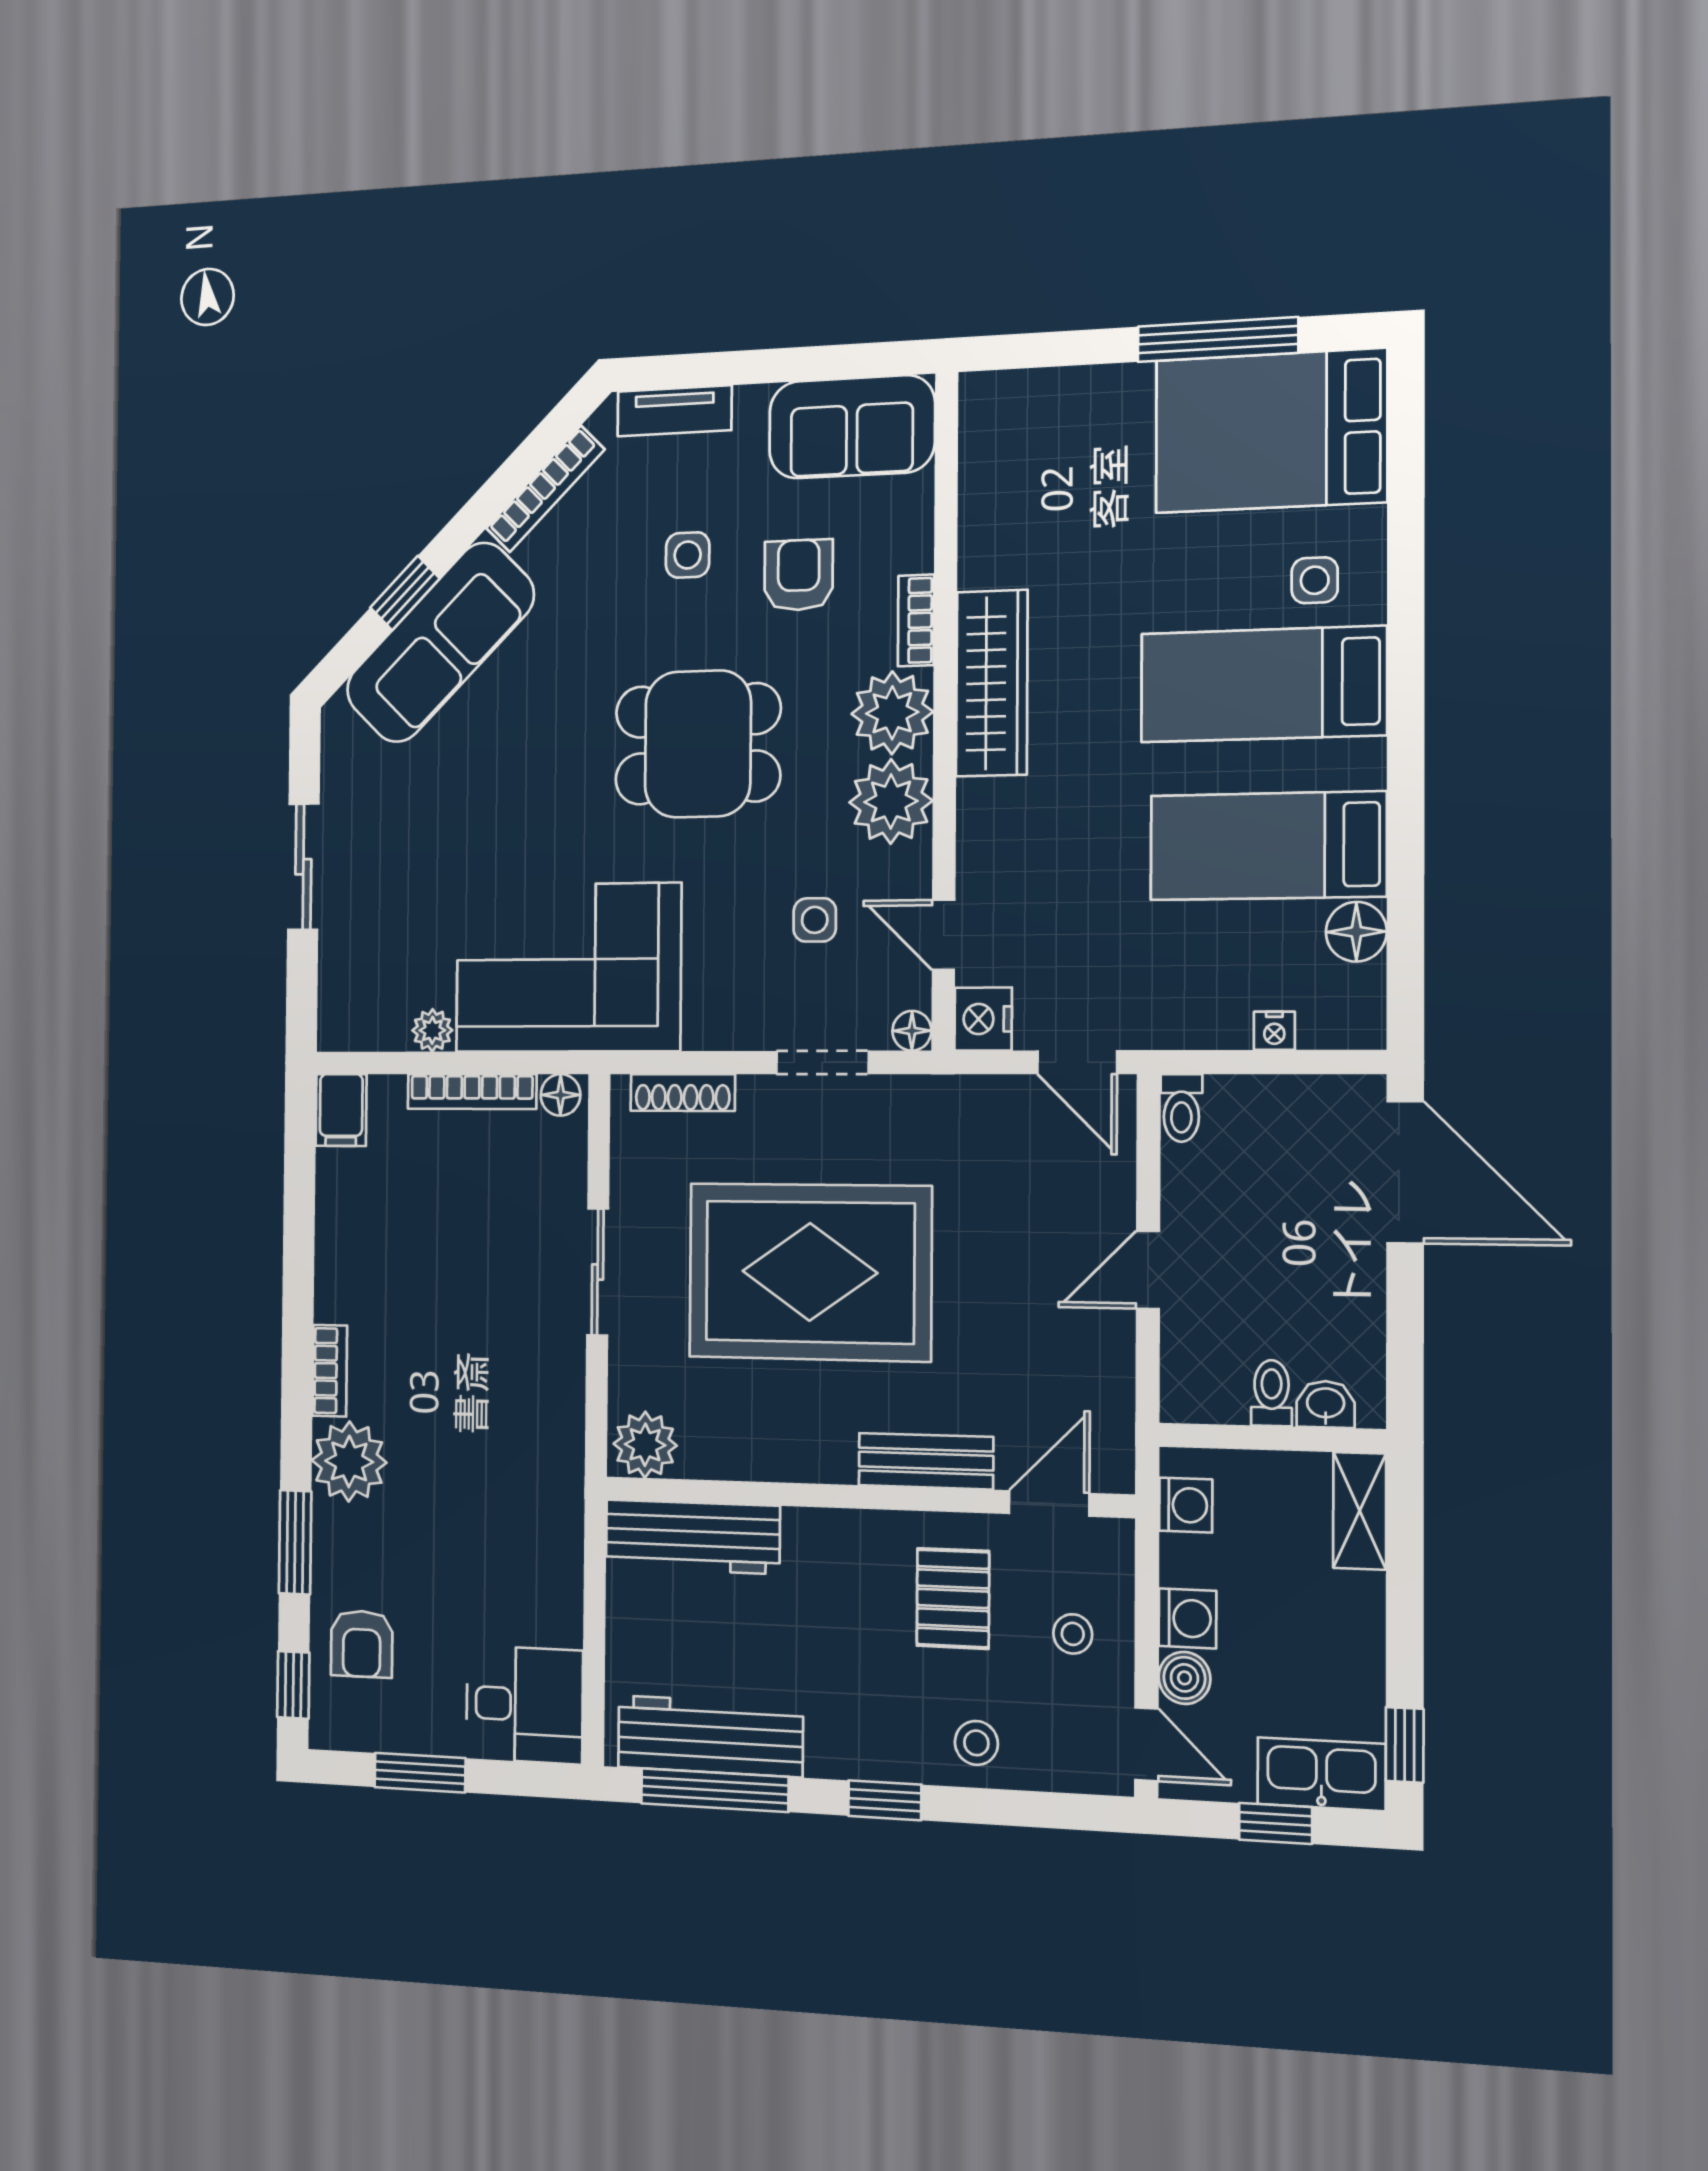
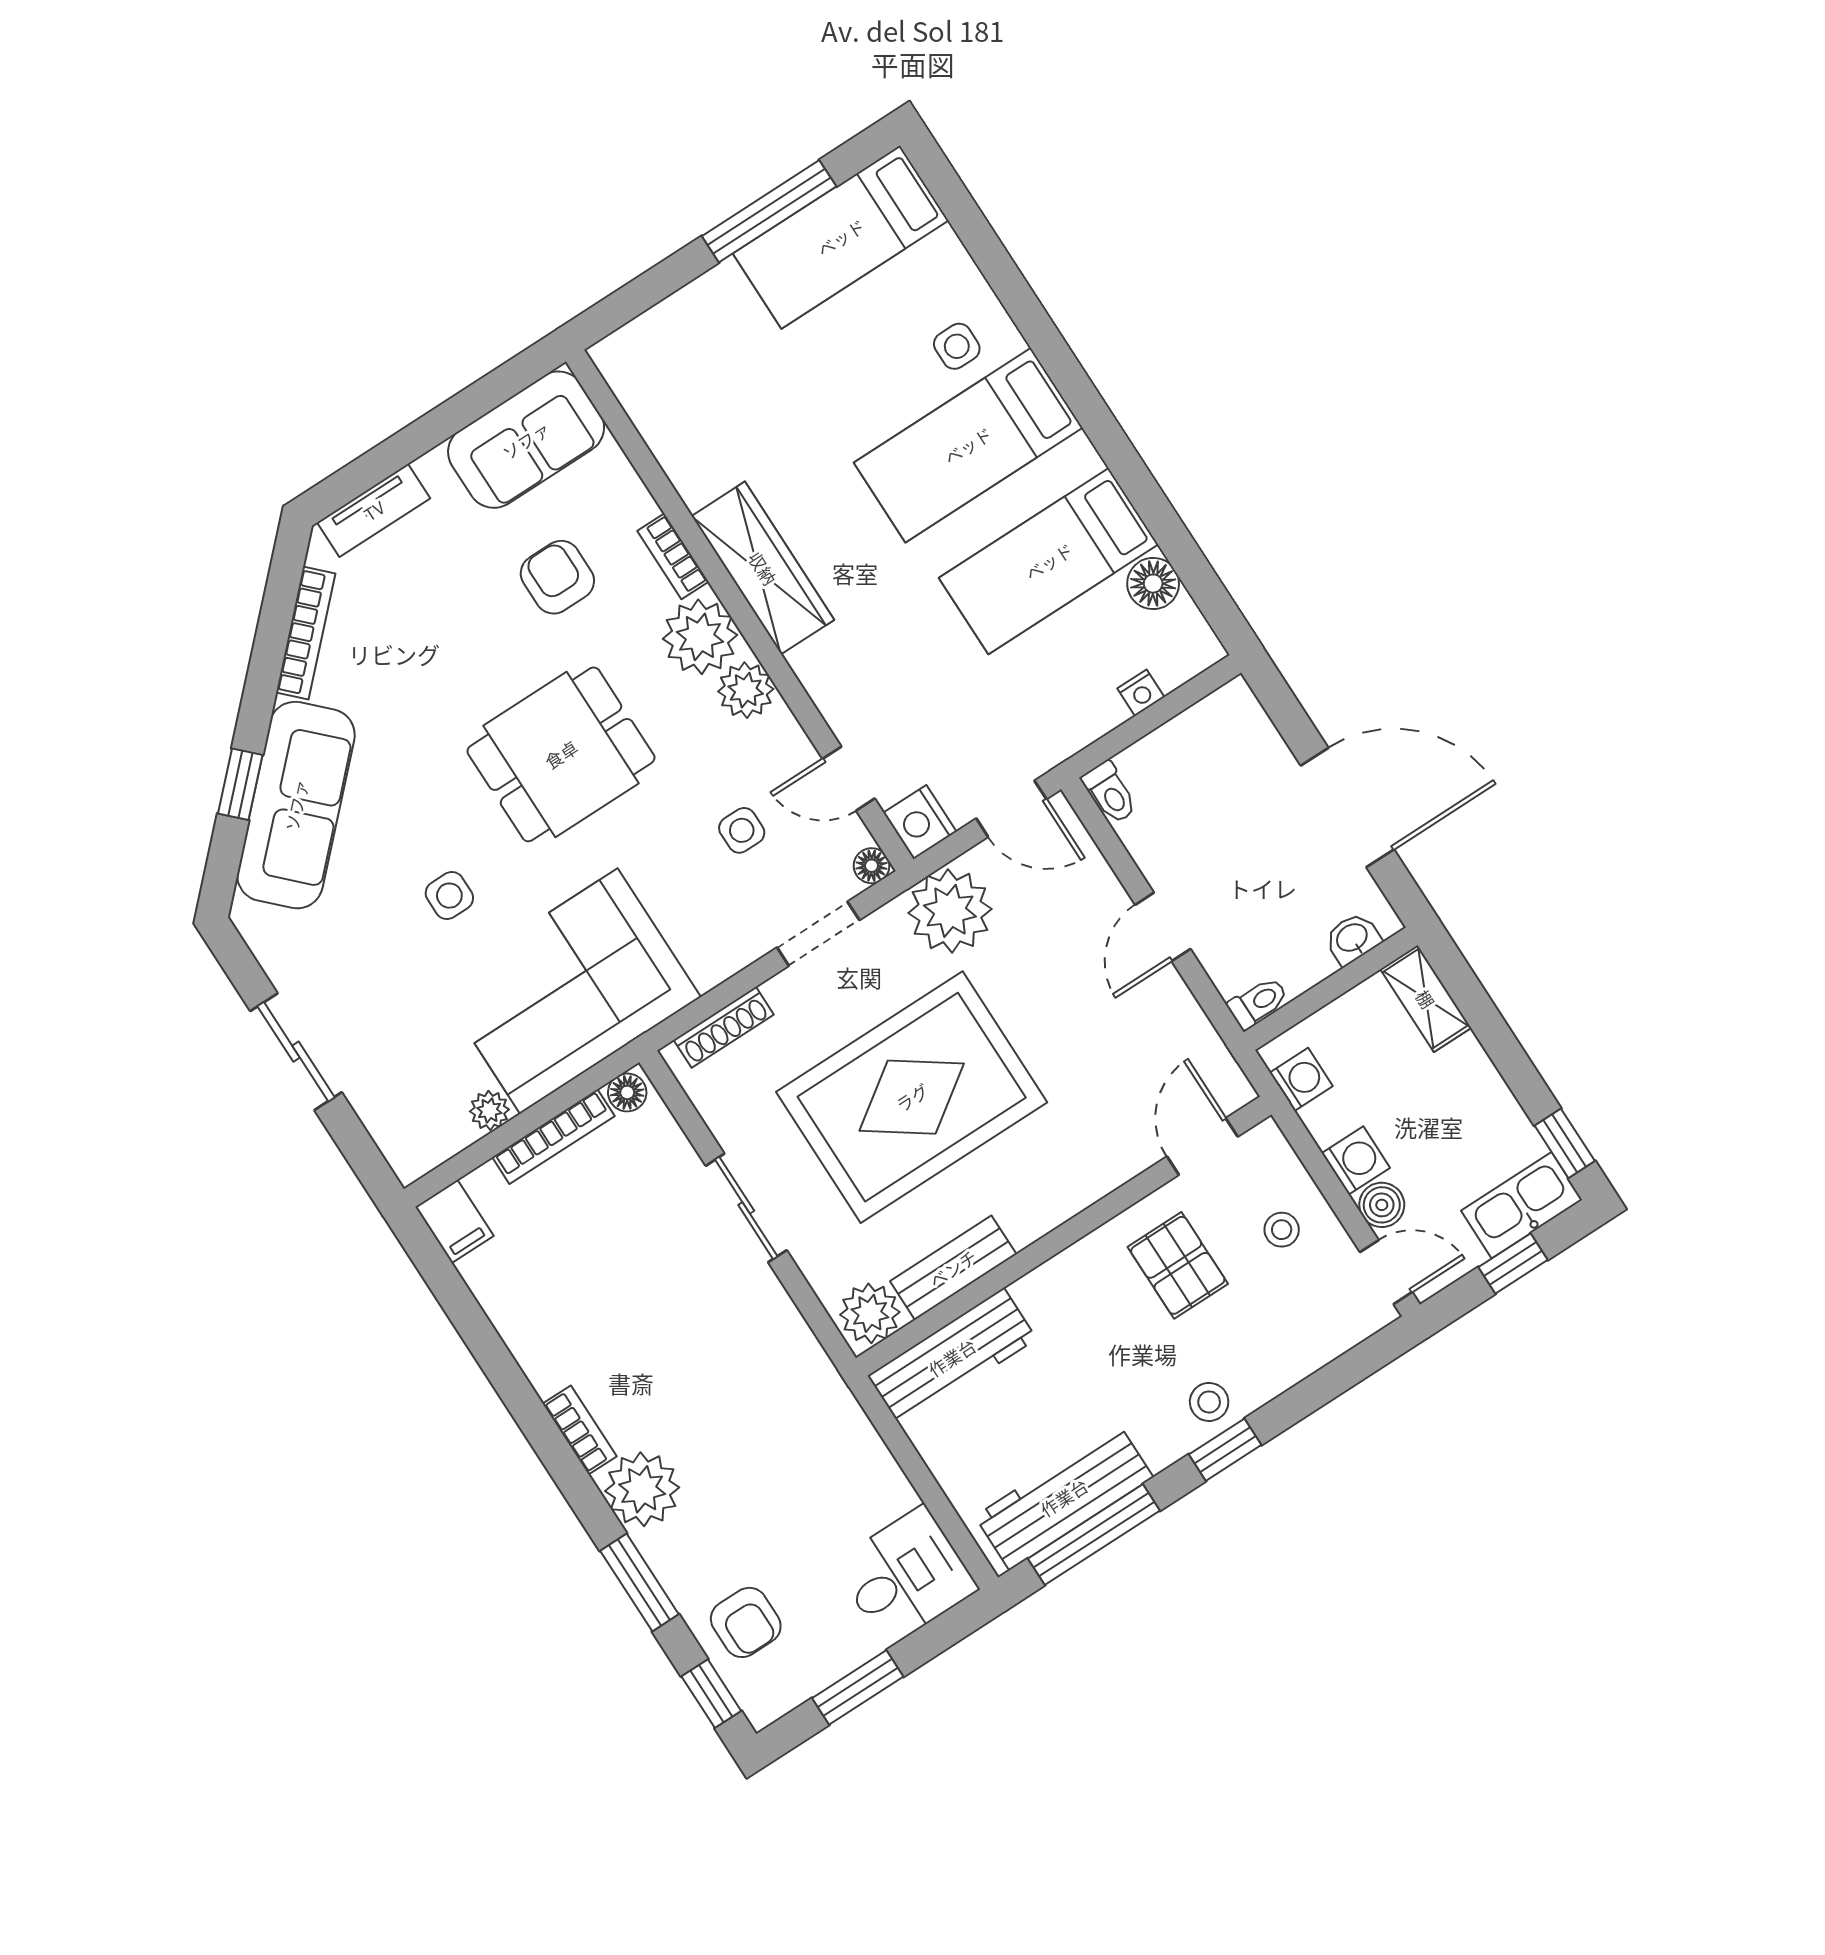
bed: (1271, 431) -> (841, 237), width x0.67
side table: (688, 555) -> (449, 896), moved
plant: (891, 802) -> (746, 690), width x0.73, depth x0.73
plant: (957, 1121) -> (950, 911), added
door: (1405, 1172) -> (1347, 807), moved
toilet: (1272, 1393) -> (1258, 1003), moved, turned 90
bench: (926, 1461) -> (953, 1268), moved
stool: (976, 1743) -> (1209, 1402), moved

